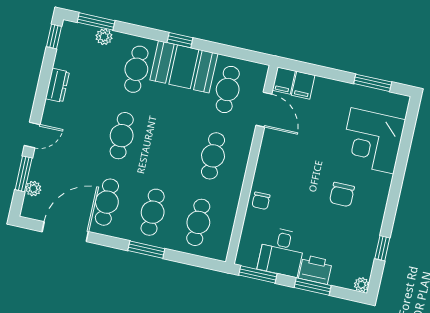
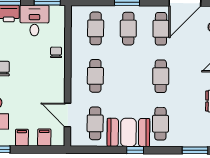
plant: (104, 37) -> (187, 141), removed
filing cabinet: (284, 81) -> (22, 138), moved

